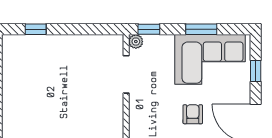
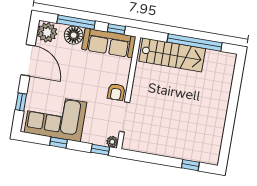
window: (201, 29) -> (59, 143), width x0.67
armchair: (193, 114) -> (116, 92), moved

